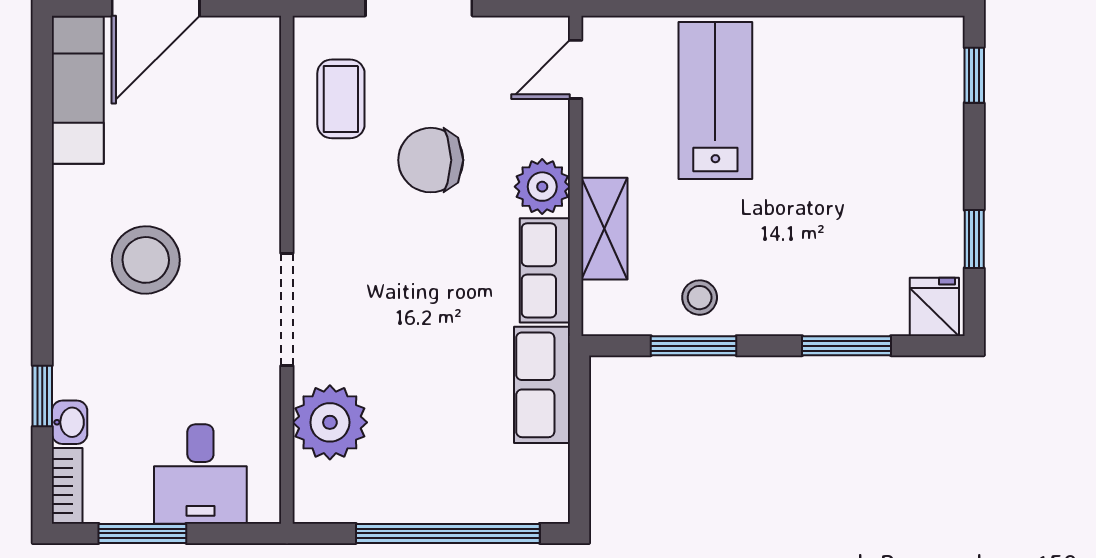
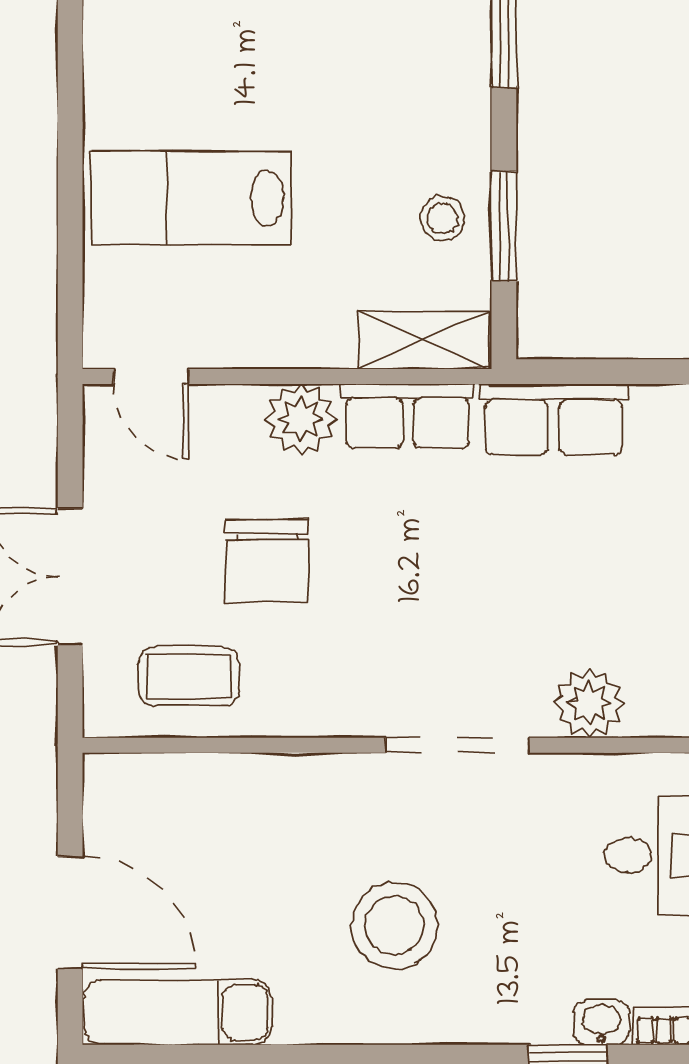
shelving: (604, 229) -> (423, 340), moved
plant: (330, 422) -> (589, 703), width x0.73, depth x0.73

